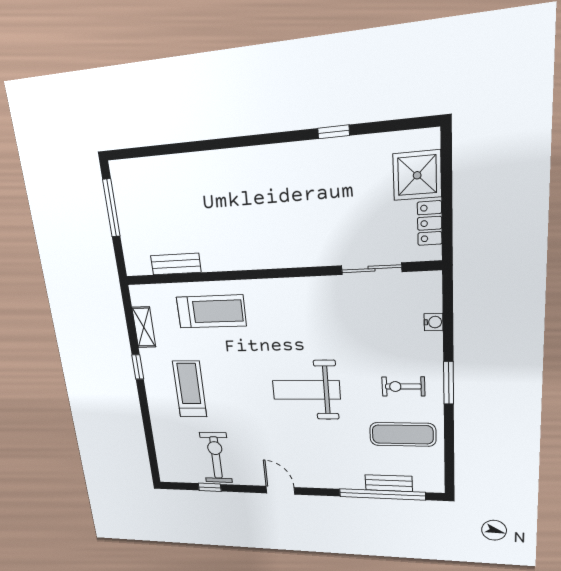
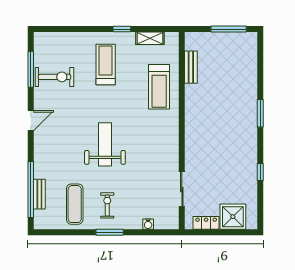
window: (233, 142) -> (260, 113), added
treadmill: (190, 389) -> (106, 65), turned -90
window: (210, 487) -> (31, 69), width x2.17

